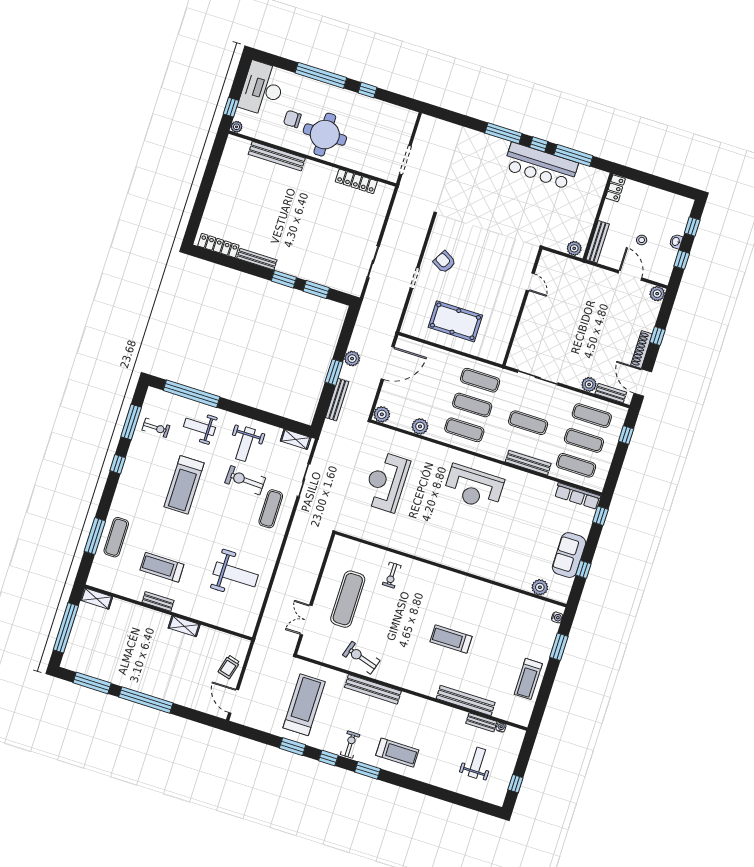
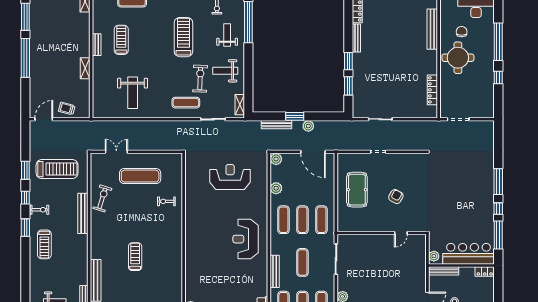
bar counter: (541, 166) -> (468, 254), moved, turned 90
armchair: (444, 262) -> (396, 197), moved
treadmill: (184, 485) -> (183, 37), turned 90

